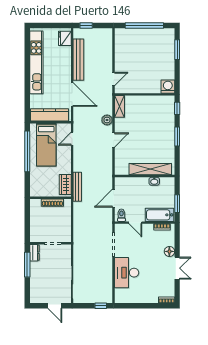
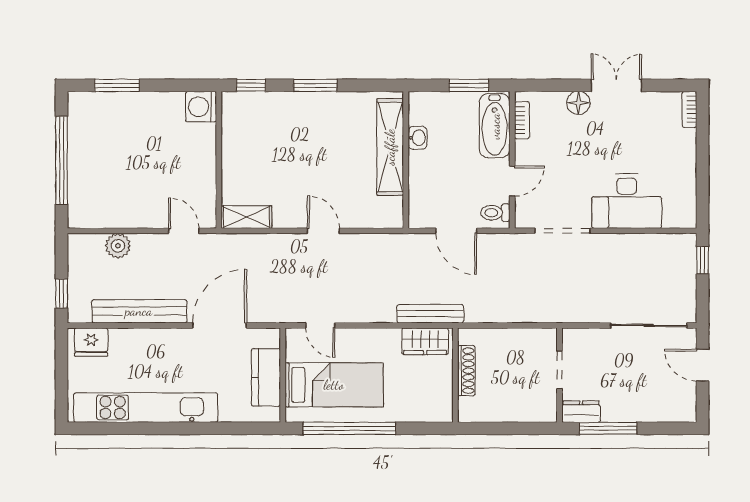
kitchen counter: (49, 115) -> (266, 377), width x0.67
plant: (107, 120) -> (118, 246), moved
door: (55, 306) -> (703, 365), swing flipped

